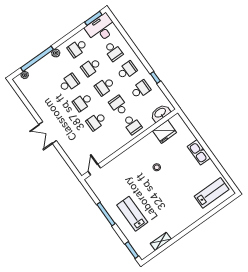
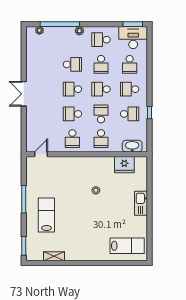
school desk: (91, 67) -> (101, 64), turned -90
school desk: (127, 70) -> (130, 89), turned 180
school desk: (110, 140) -> (72, 139), added

